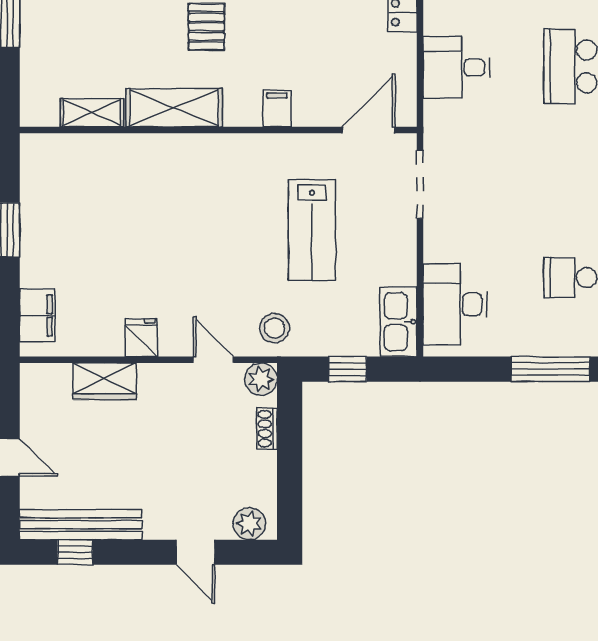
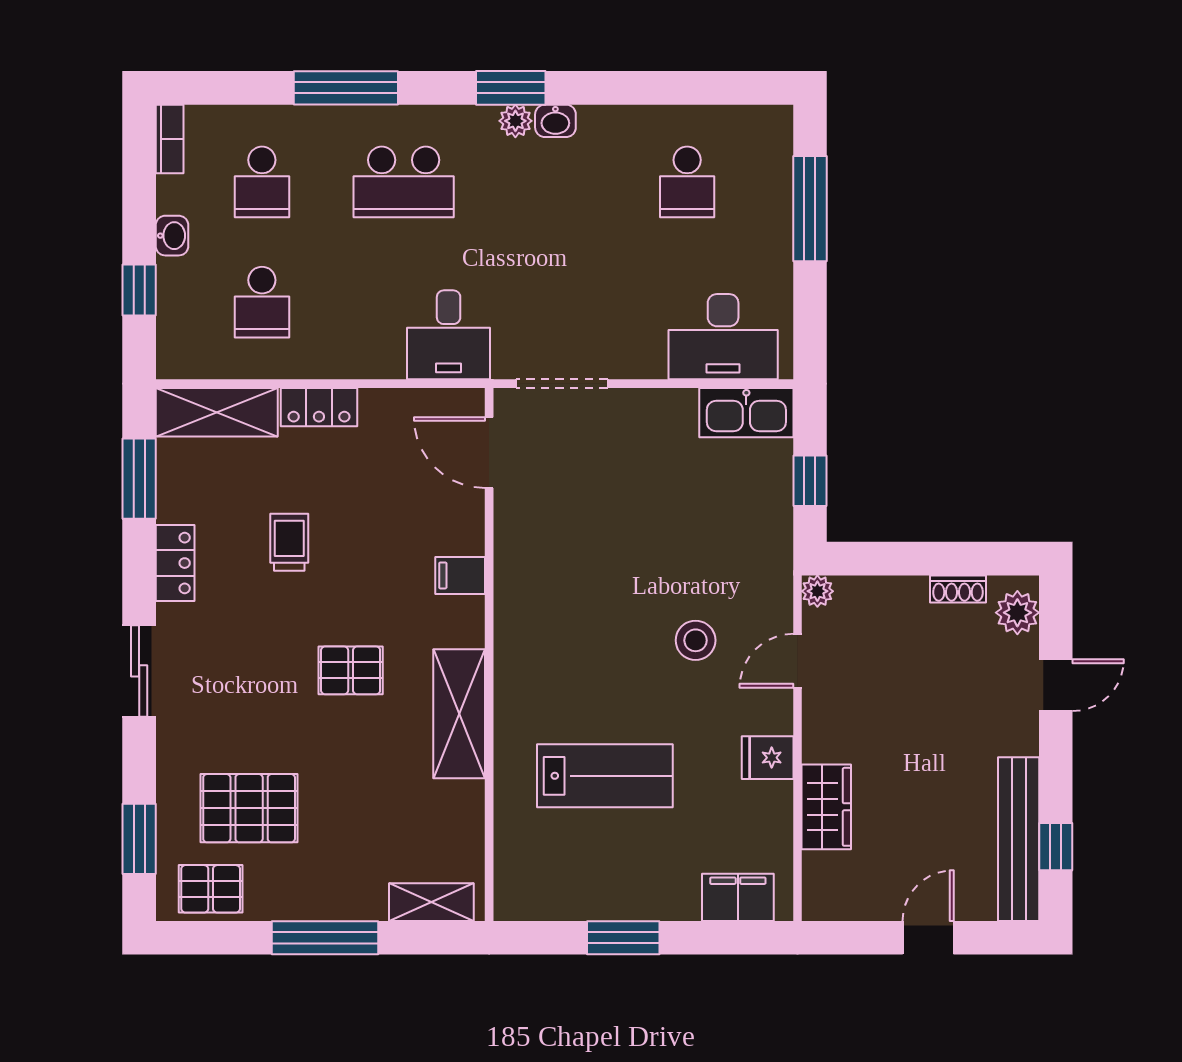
desk: (456, 67) -> (449, 335), moved
shelving: (92, 113) -> (431, 902), moved, turned 90
lab bench: (312, 230) -> (605, 776), moved
stool: (274, 328) -> (696, 640), moved
plant: (261, 379) -> (817, 591), width x0.73, depth x0.73
shoe rack: (267, 429) -> (958, 589), moved

